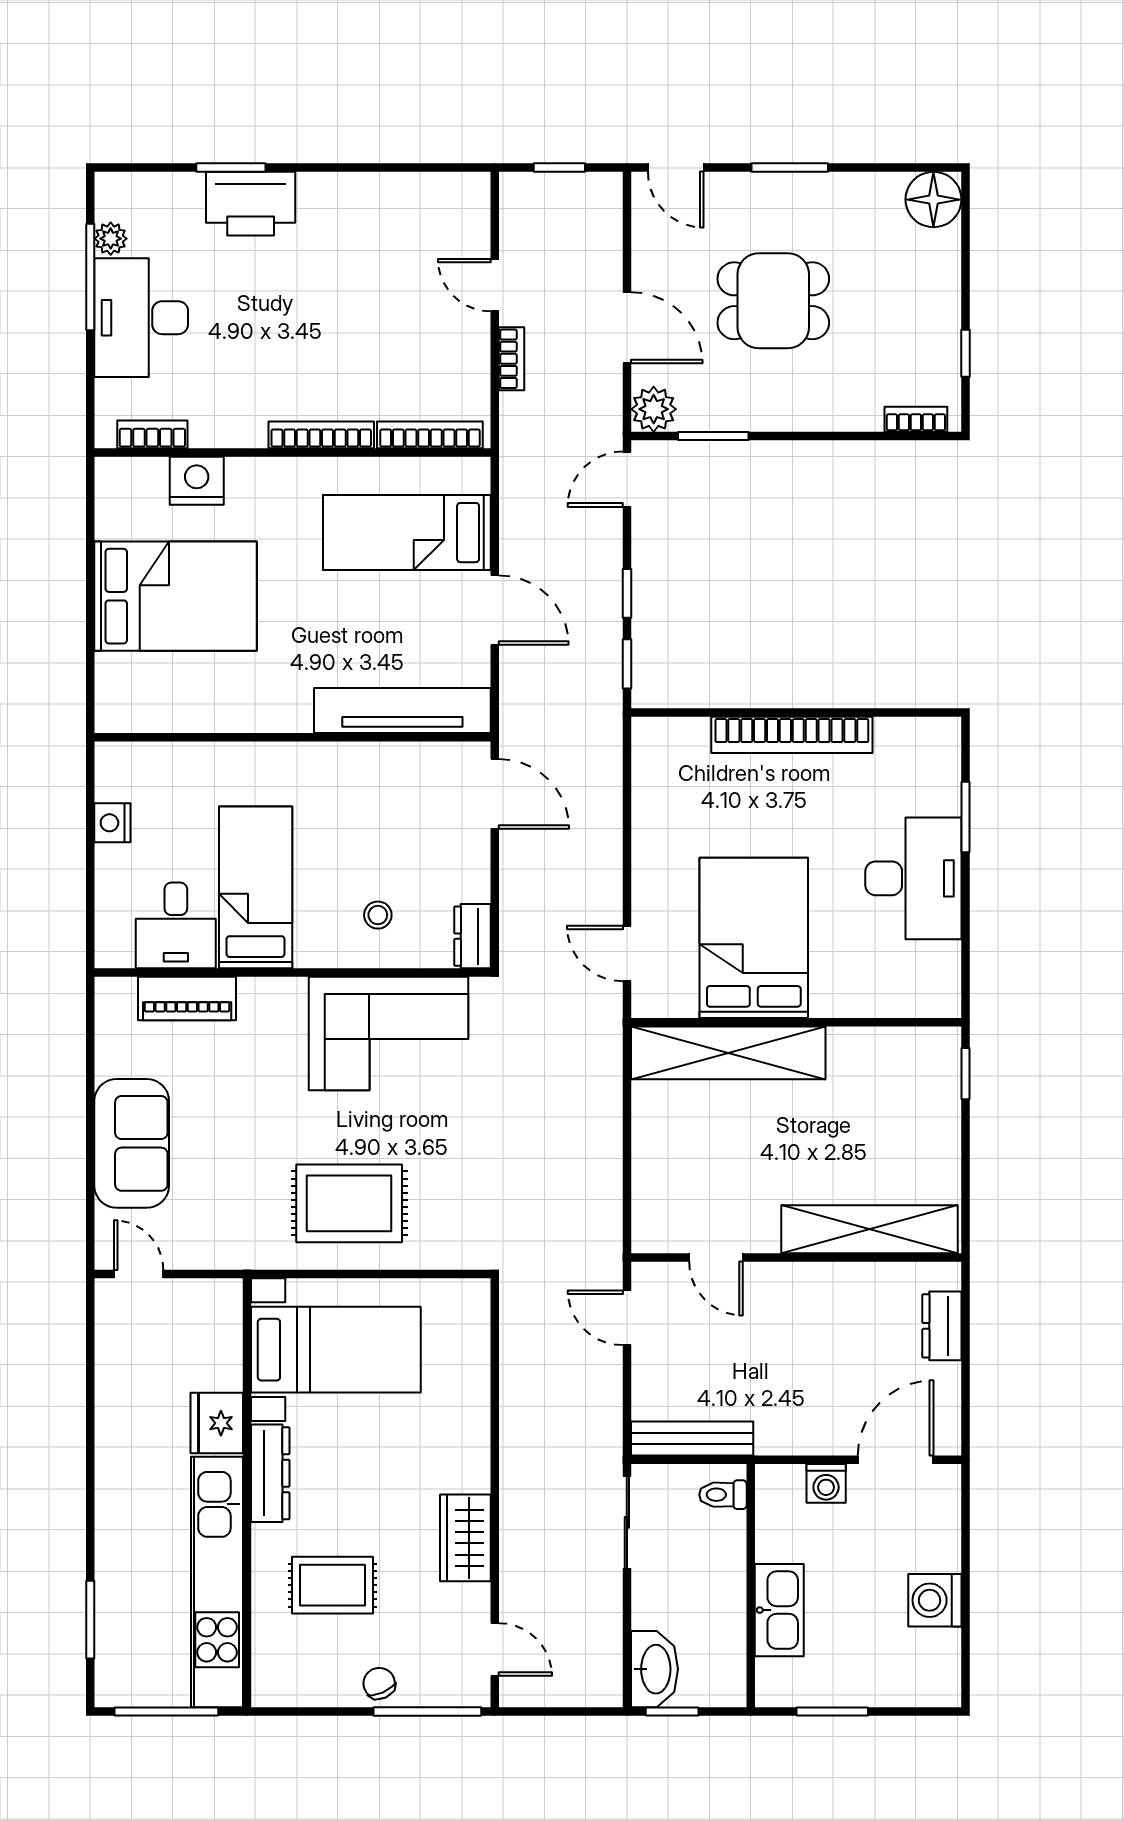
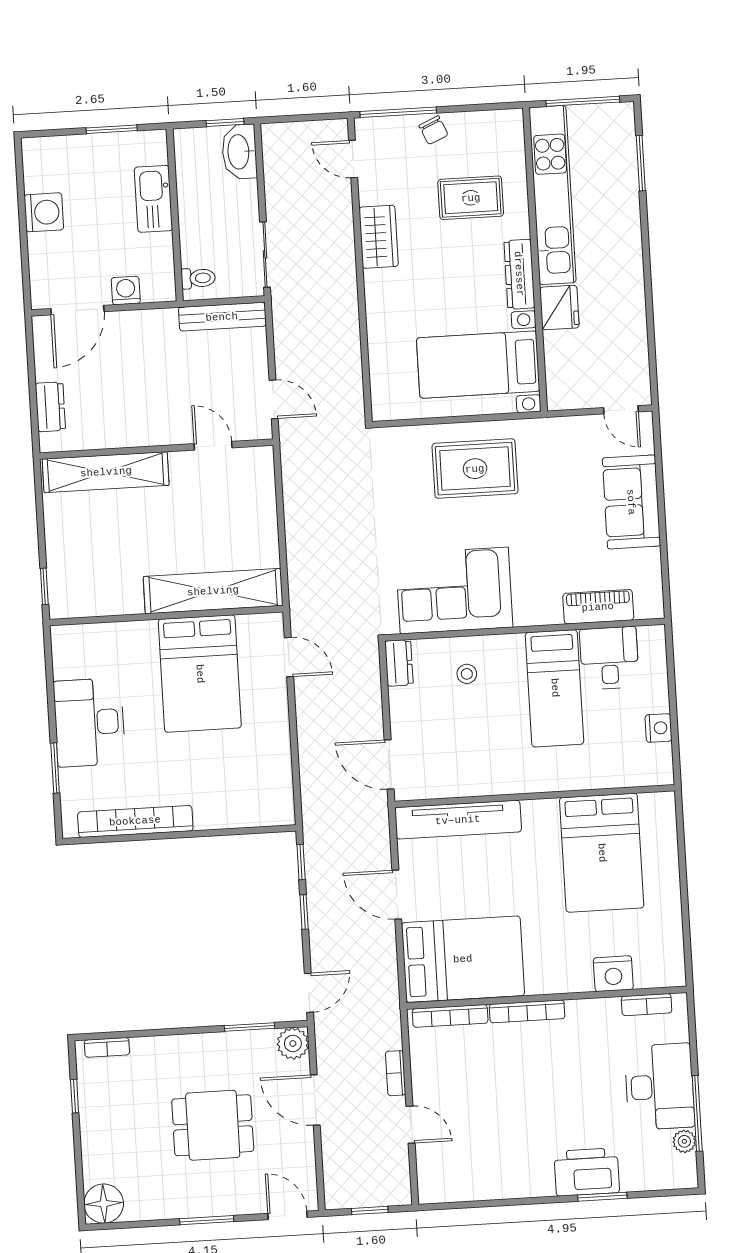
bed: (407, 533) -> (463, 959), width x1.50
bed: (176, 596) -> (602, 853), moved, turned -90
bookcase: (792, 735) -> (135, 821), moved

